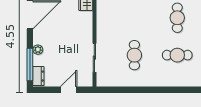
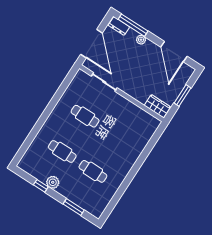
cafe table: (177, 55) -> (62, 151), turned 90
door: (69, 90) -> (92, 44), width x1.88

